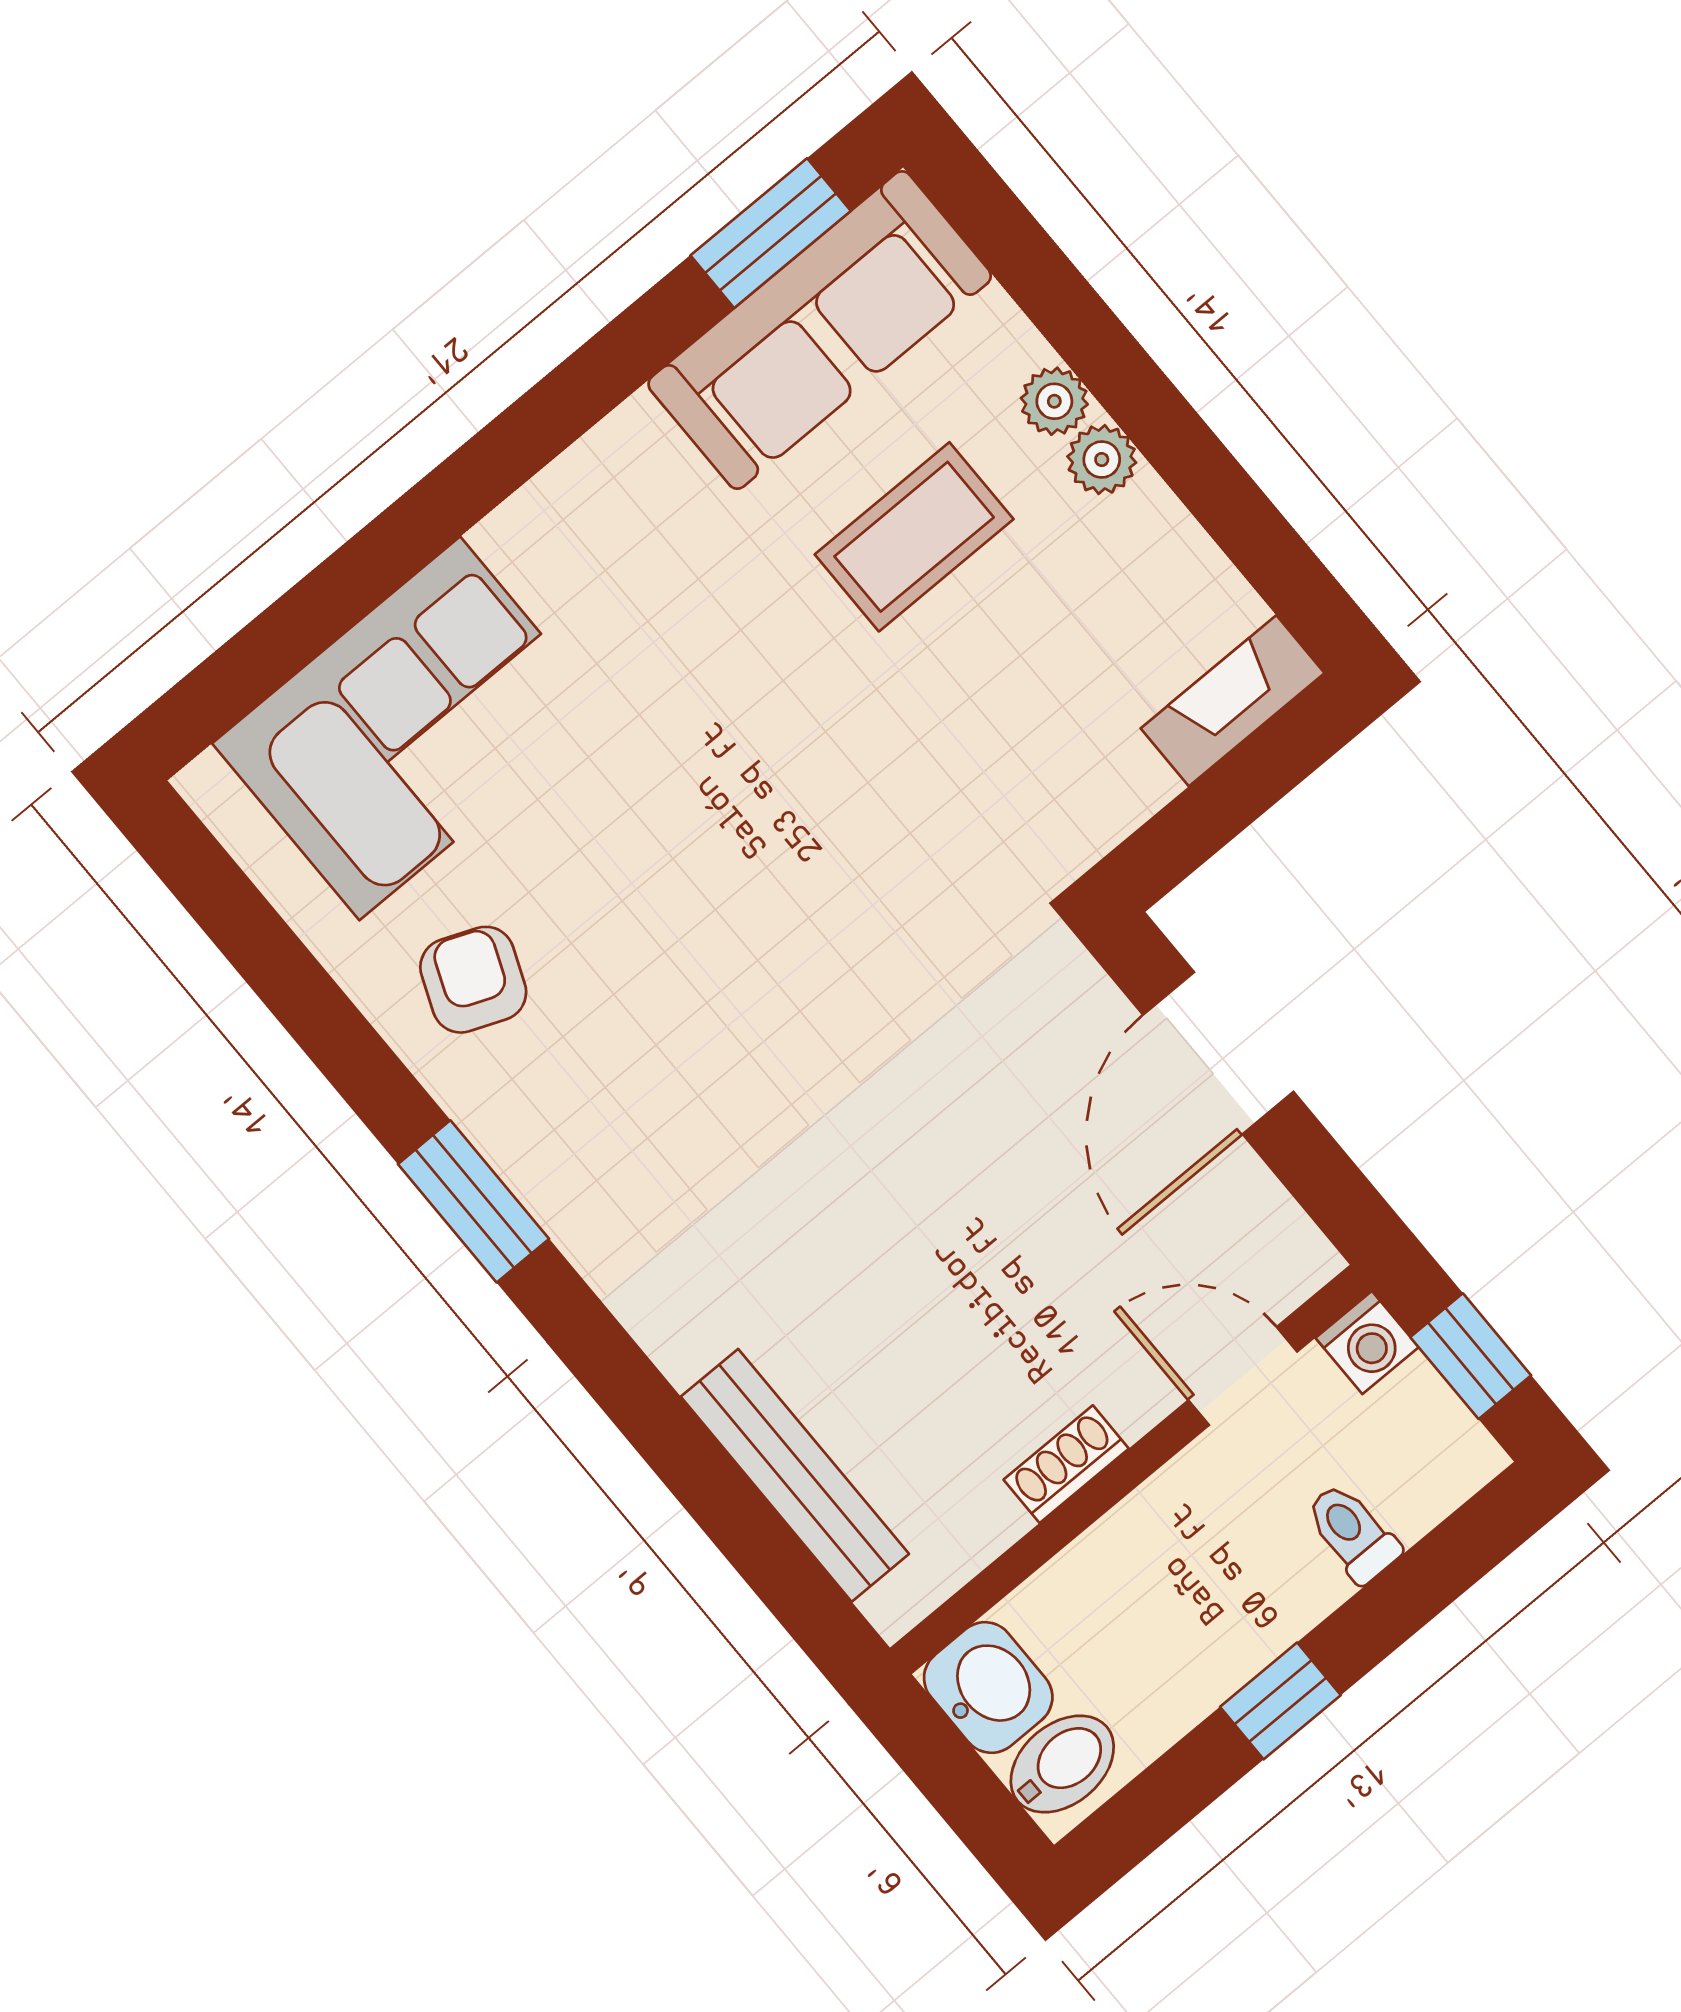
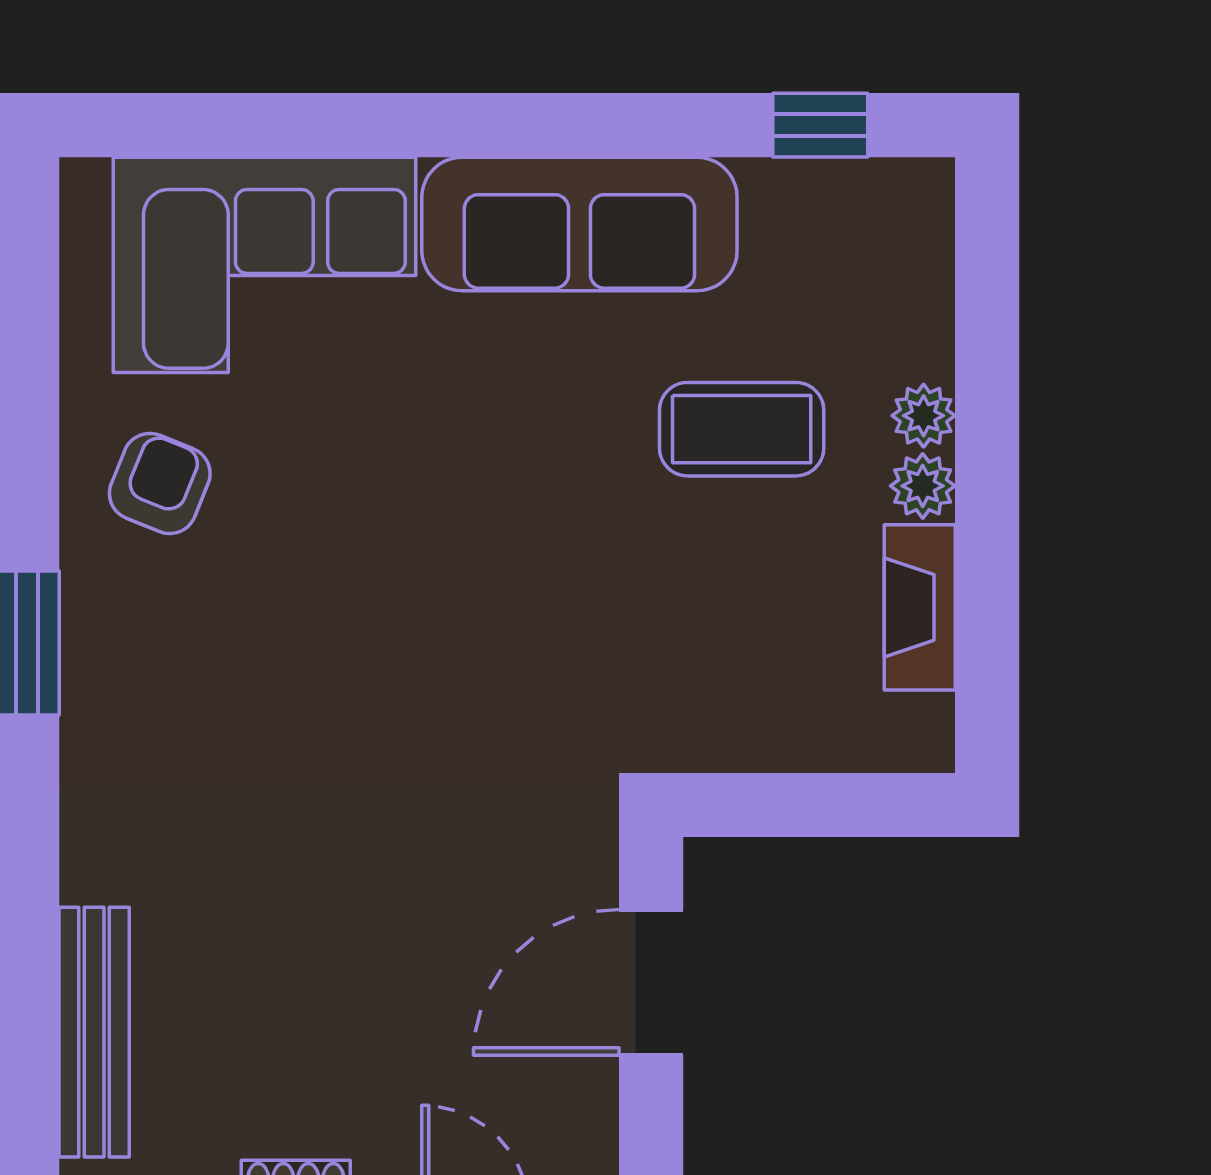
window: (771, 233) -> (820, 125), width x0.67
sofa: (820, 330) -> (579, 224), moved
fireplace: (1233, 701) -> (920, 607), moved, turned -90

